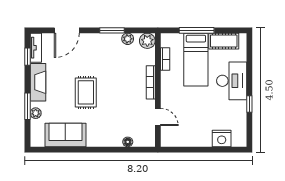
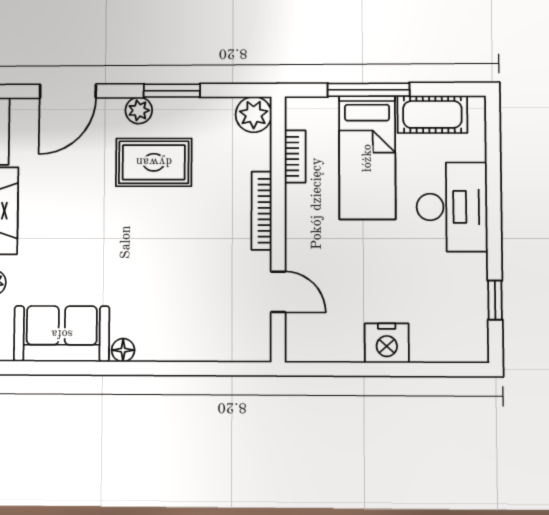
plant: (128, 39) -> (139, 110), moved
rug: (86, 92) -> (154, 162), moved, turned 90
window: (249, 104) -> (495, 300), moved
nightstand: (222, 138) -> (387, 343), moved
floor lamp: (128, 142) -> (123, 350), moved

